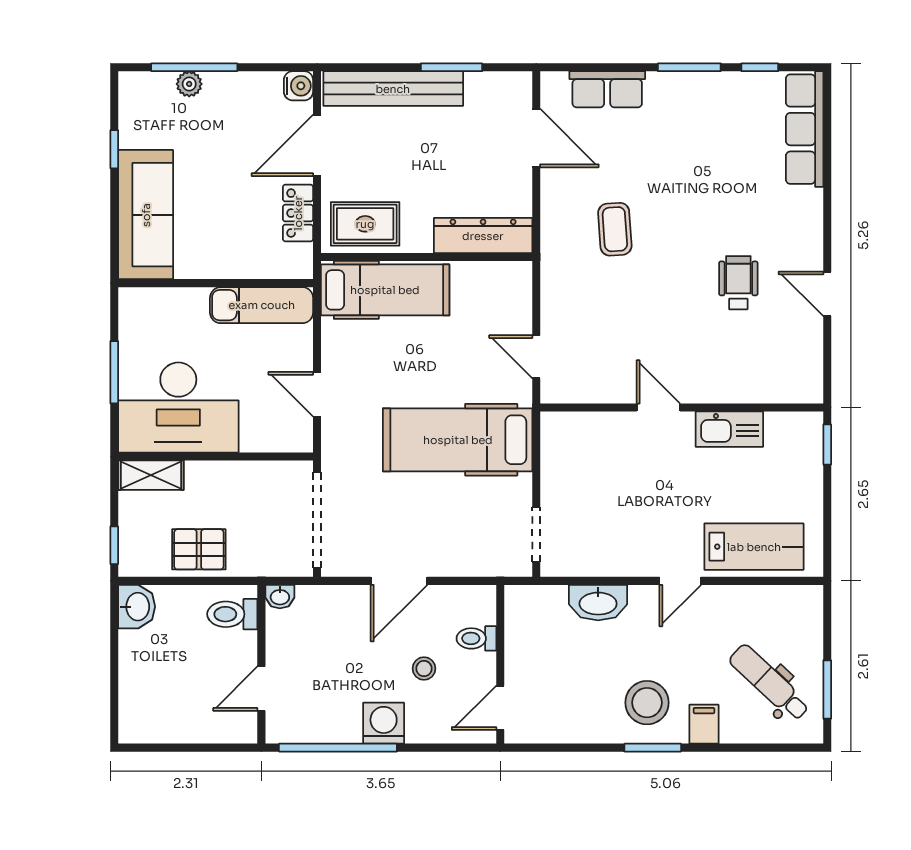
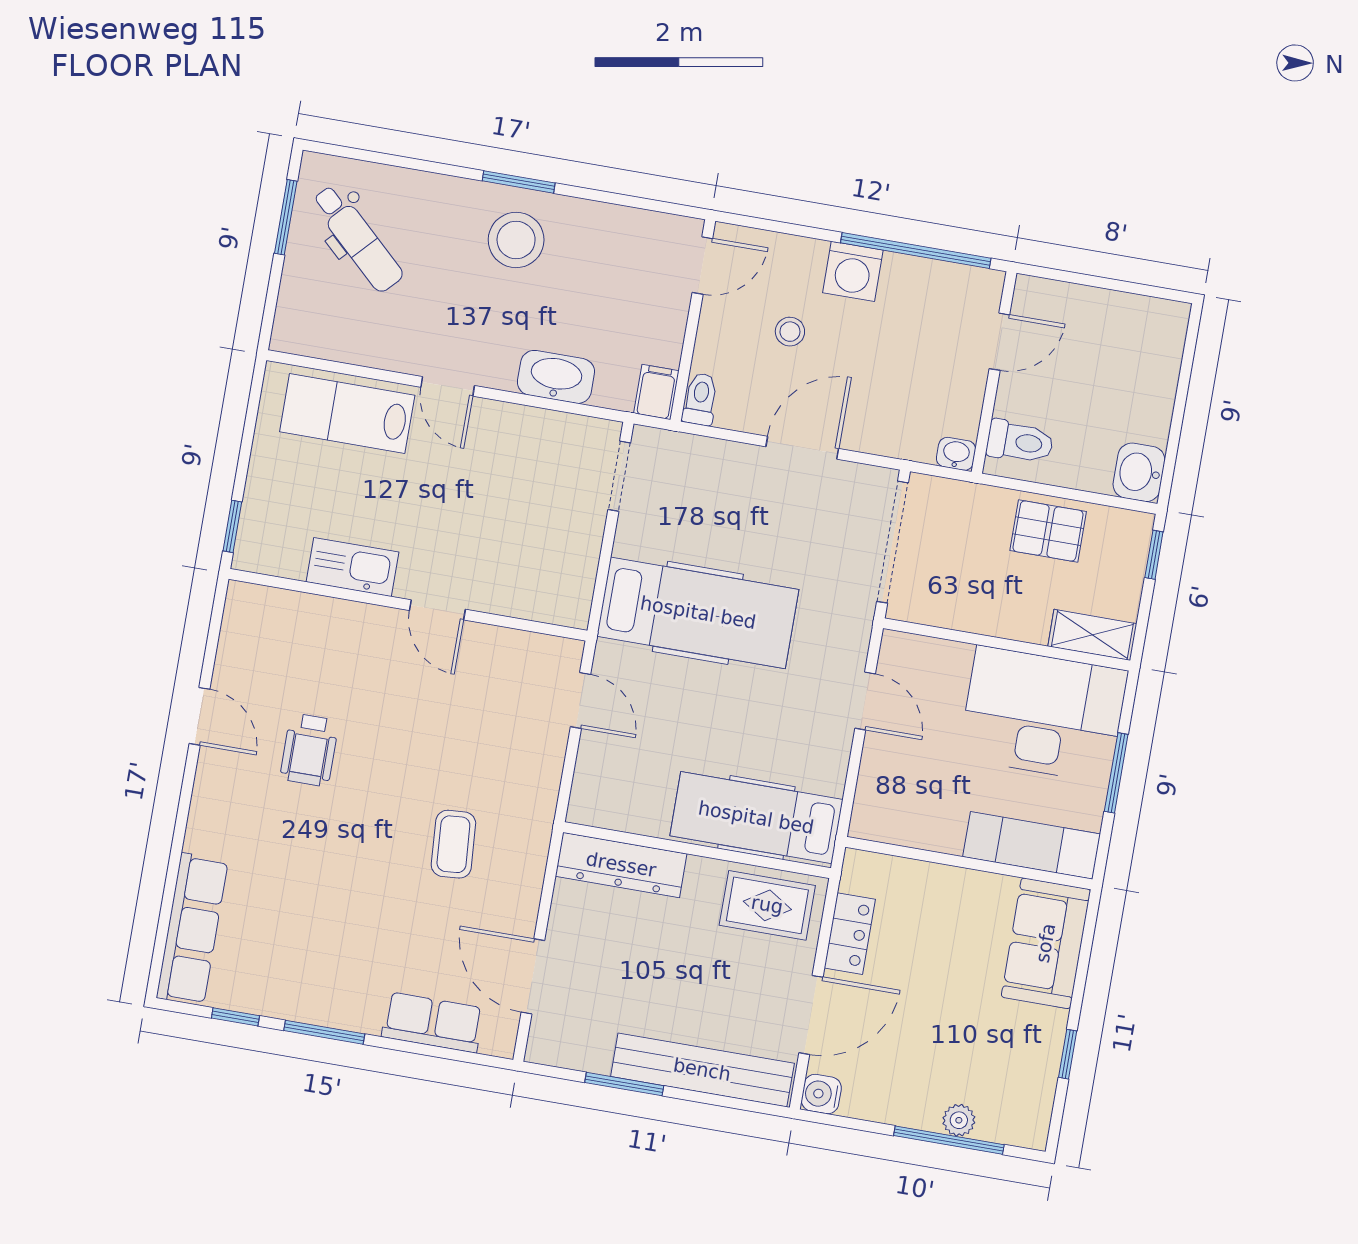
sofa: (146, 215) -> (1046, 943), width x0.73
exam couch: (262, 305) -> (1032, 845), moved
door: (680, 581) -> (448, 386), swing flipped
toilet: (476, 638) -> (700, 399), moved, turned -90
filing cabinet: (704, 724) -> (656, 392), moved, turned 180

